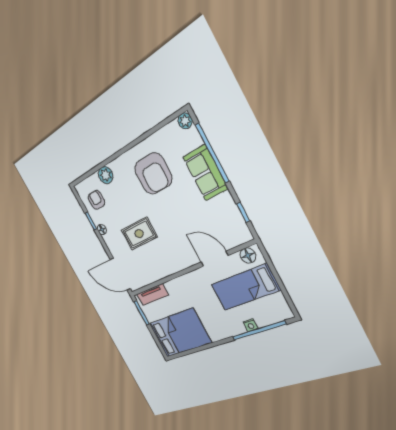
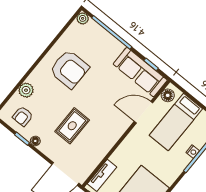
sofa: (205, 173) -> (140, 72), moved, width x1.36
armchair: (96, 200) -> (23, 116), turned -90

